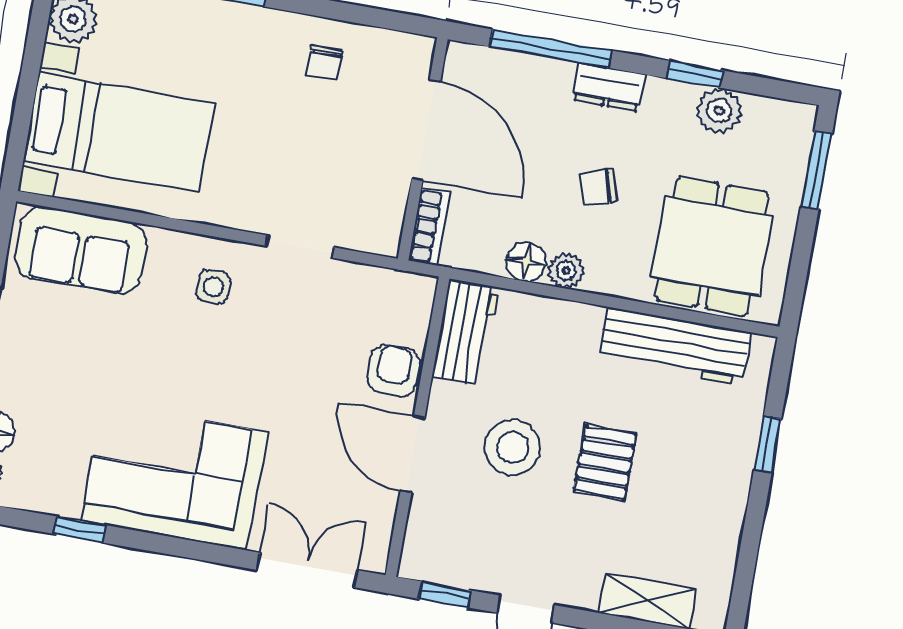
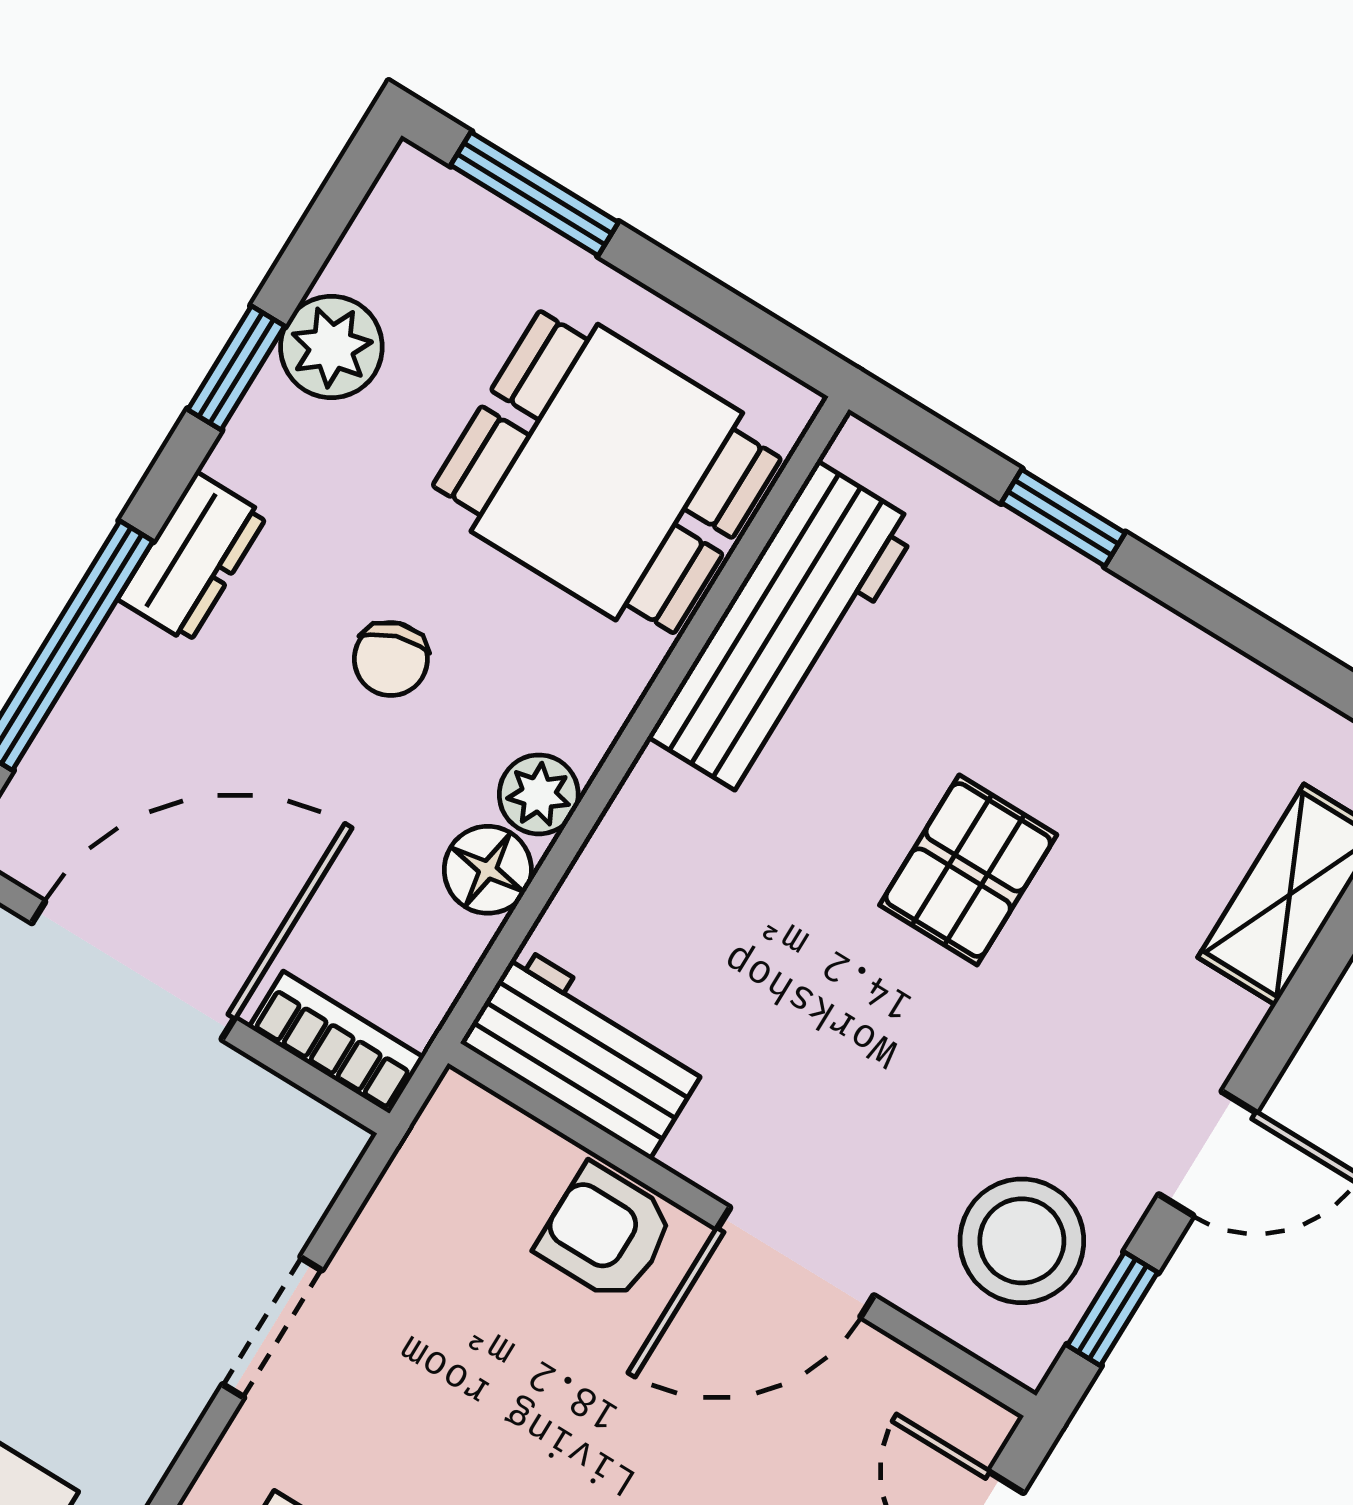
stool: (513, 447) -> (1022, 1241), moved
pallet: (605, 462) -> (968, 870), turned 90

